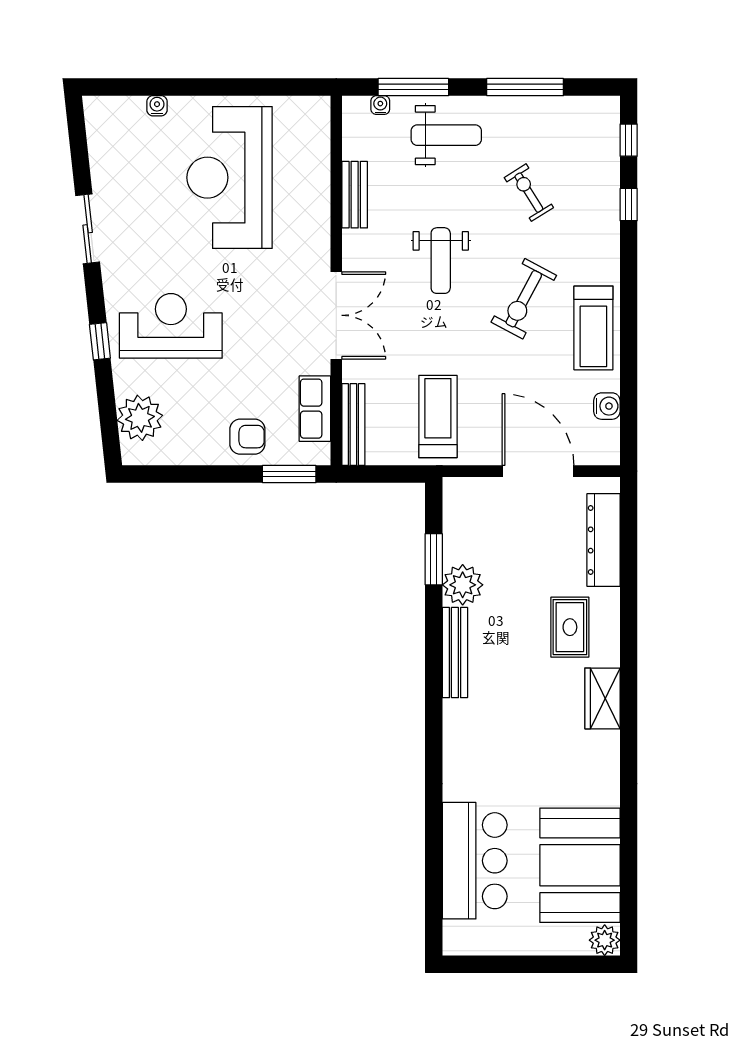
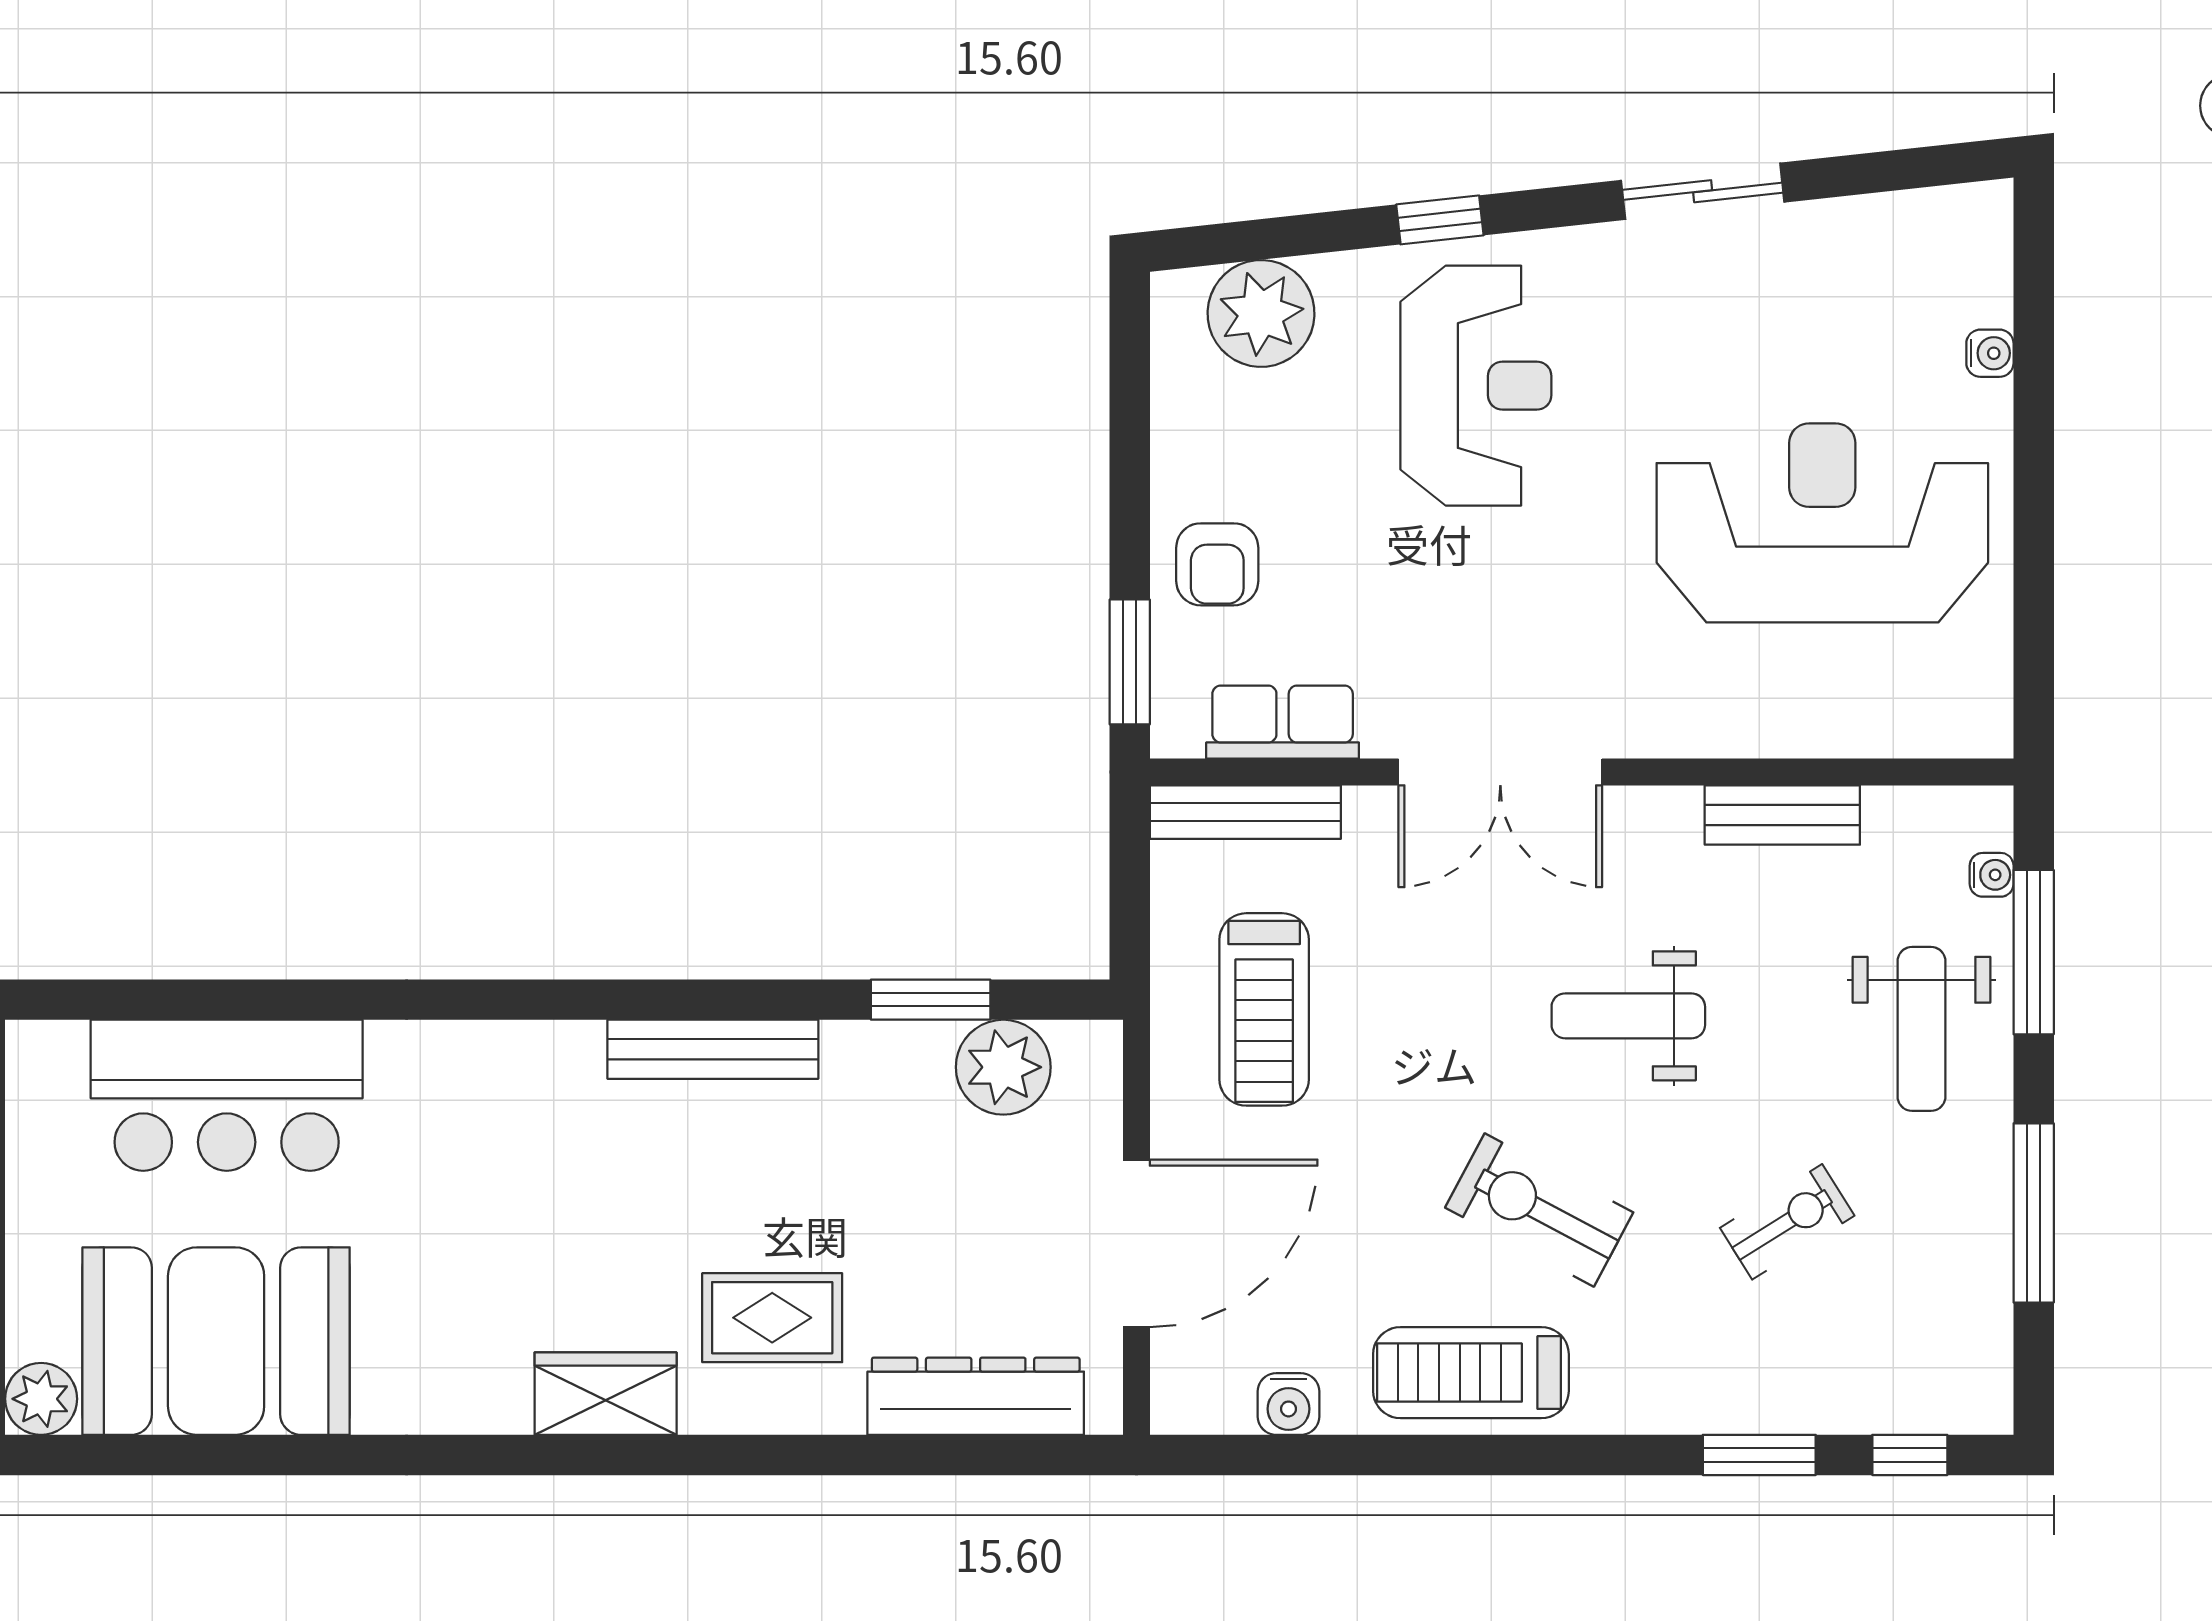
window: (629, 205) -> (1759, 1455), width x1.50
treadmill: (438, 417) -> (1264, 1009), turned 90
plant: (463, 585) -> (1003, 1067), moved

